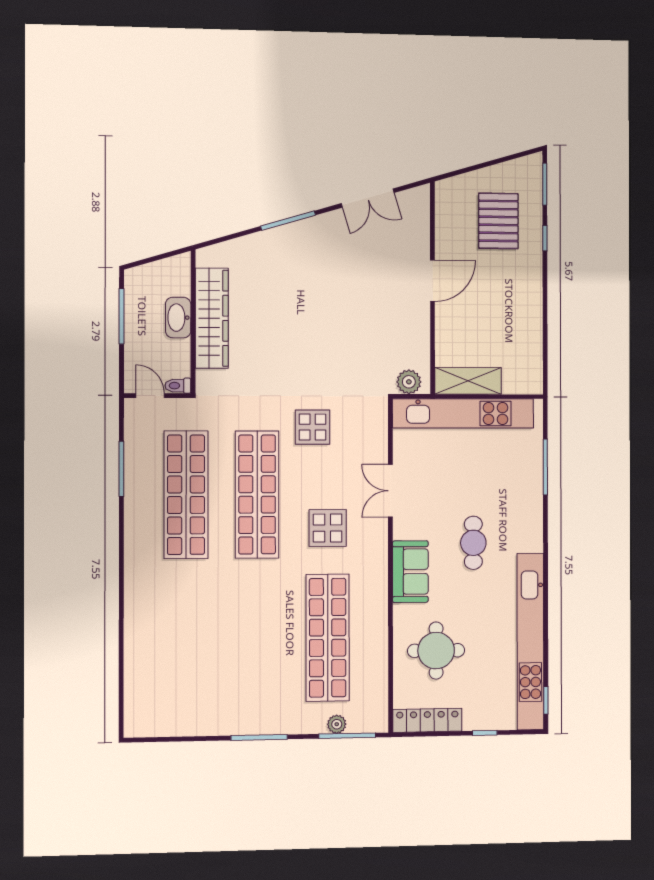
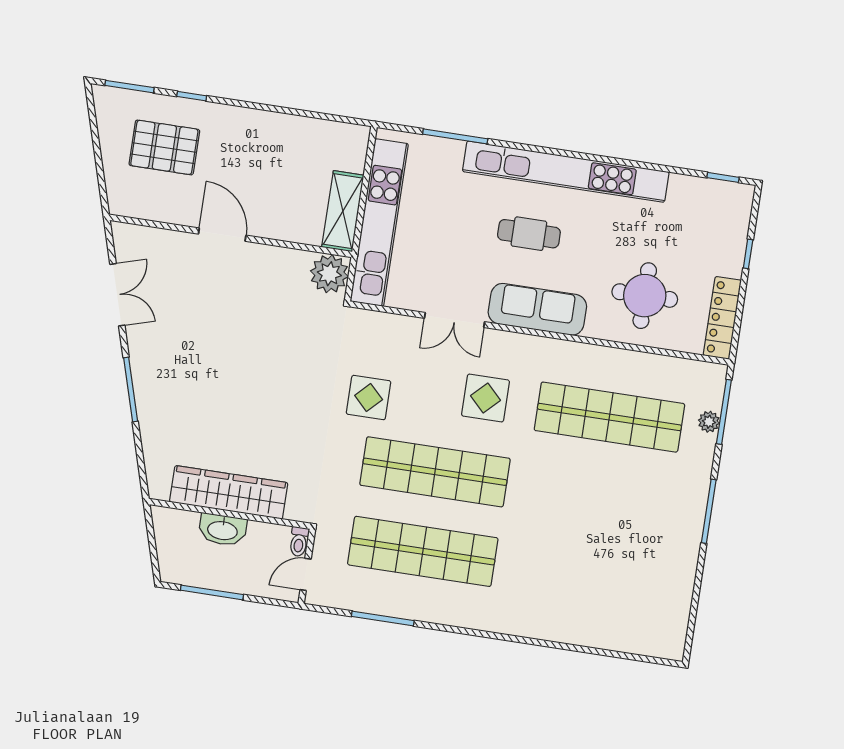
plant: (409, 382) -> (329, 274), width x1.36, depth x1.36
sofa: (410, 572) -> (537, 309), width x1.36
kitchen unit: (530, 641) -> (566, 172), moved

